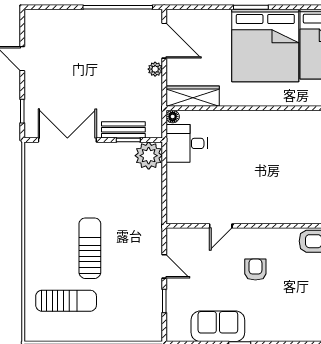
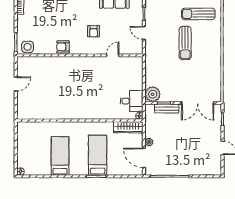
bed: (265, 46) -> (98, 155), width x0.49

